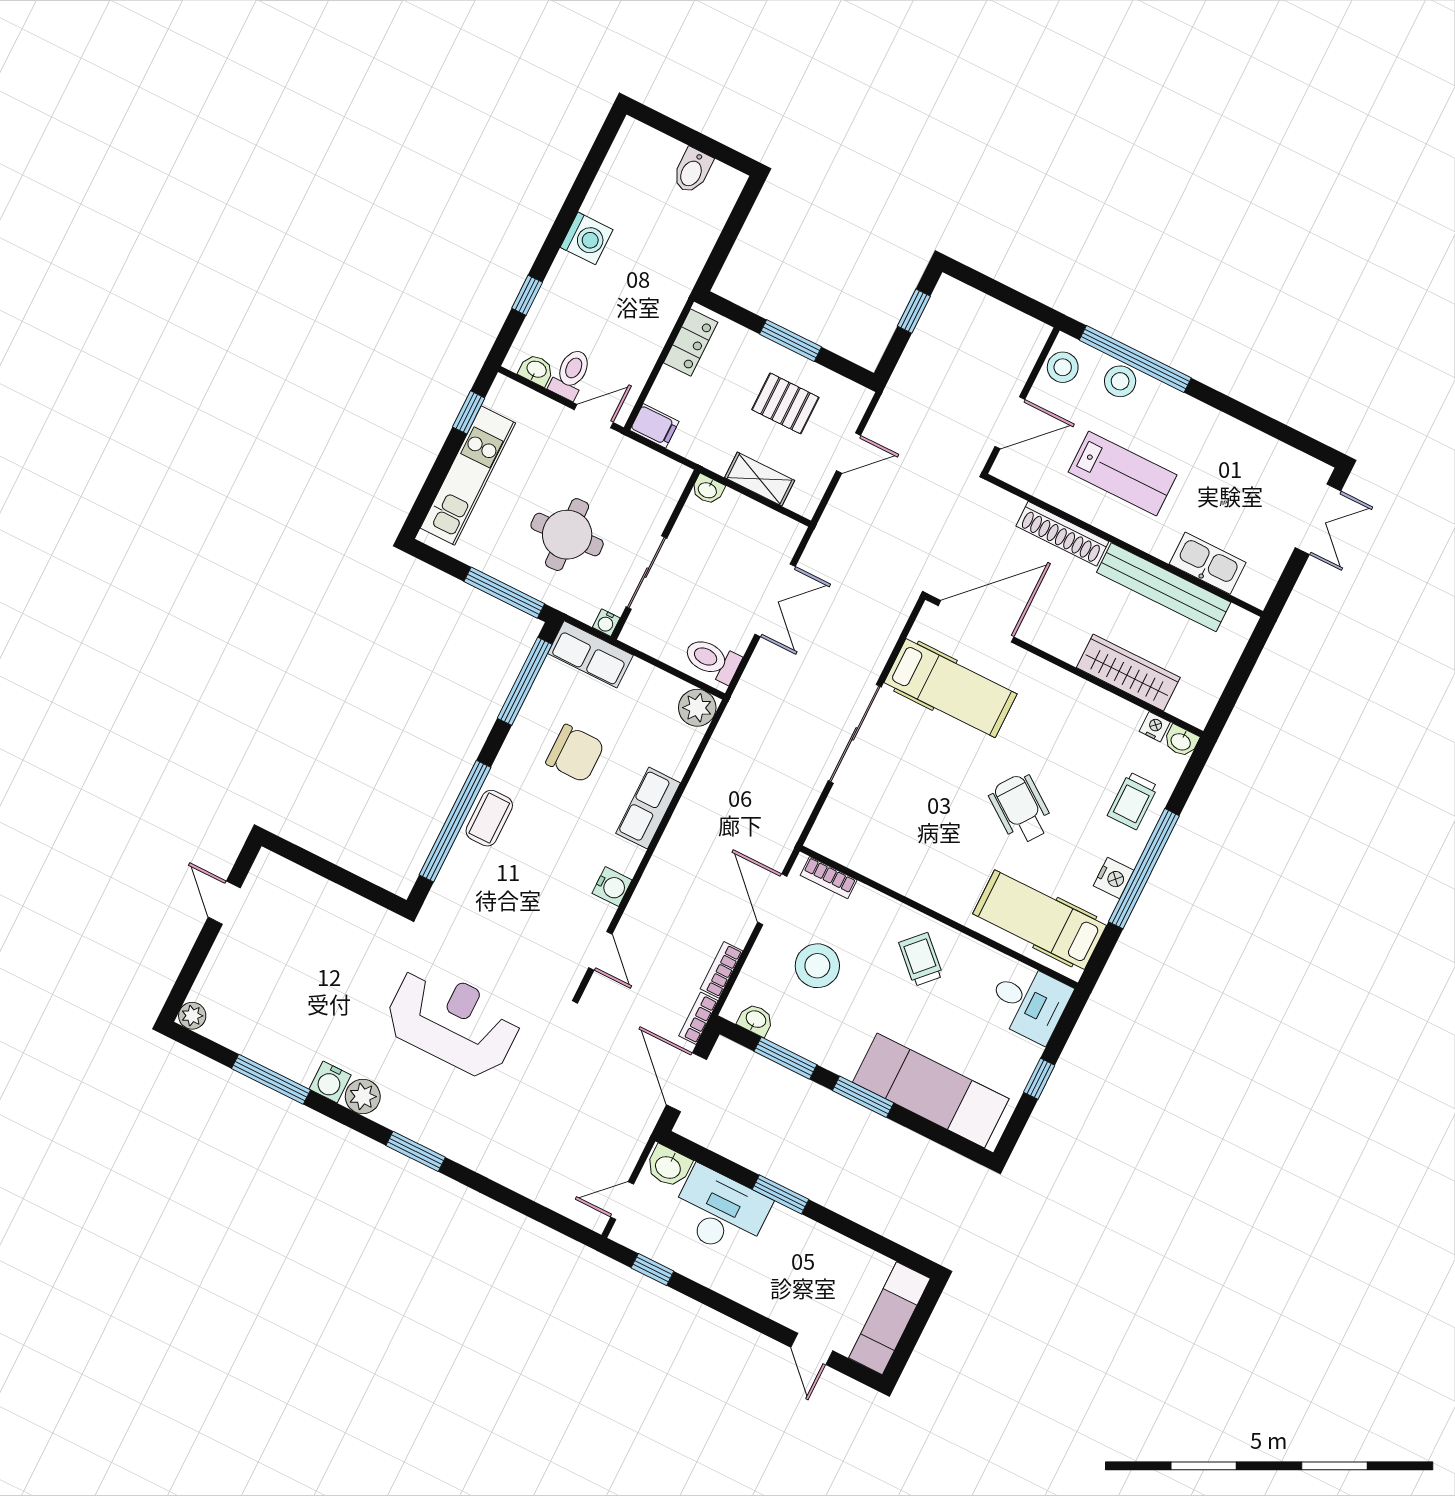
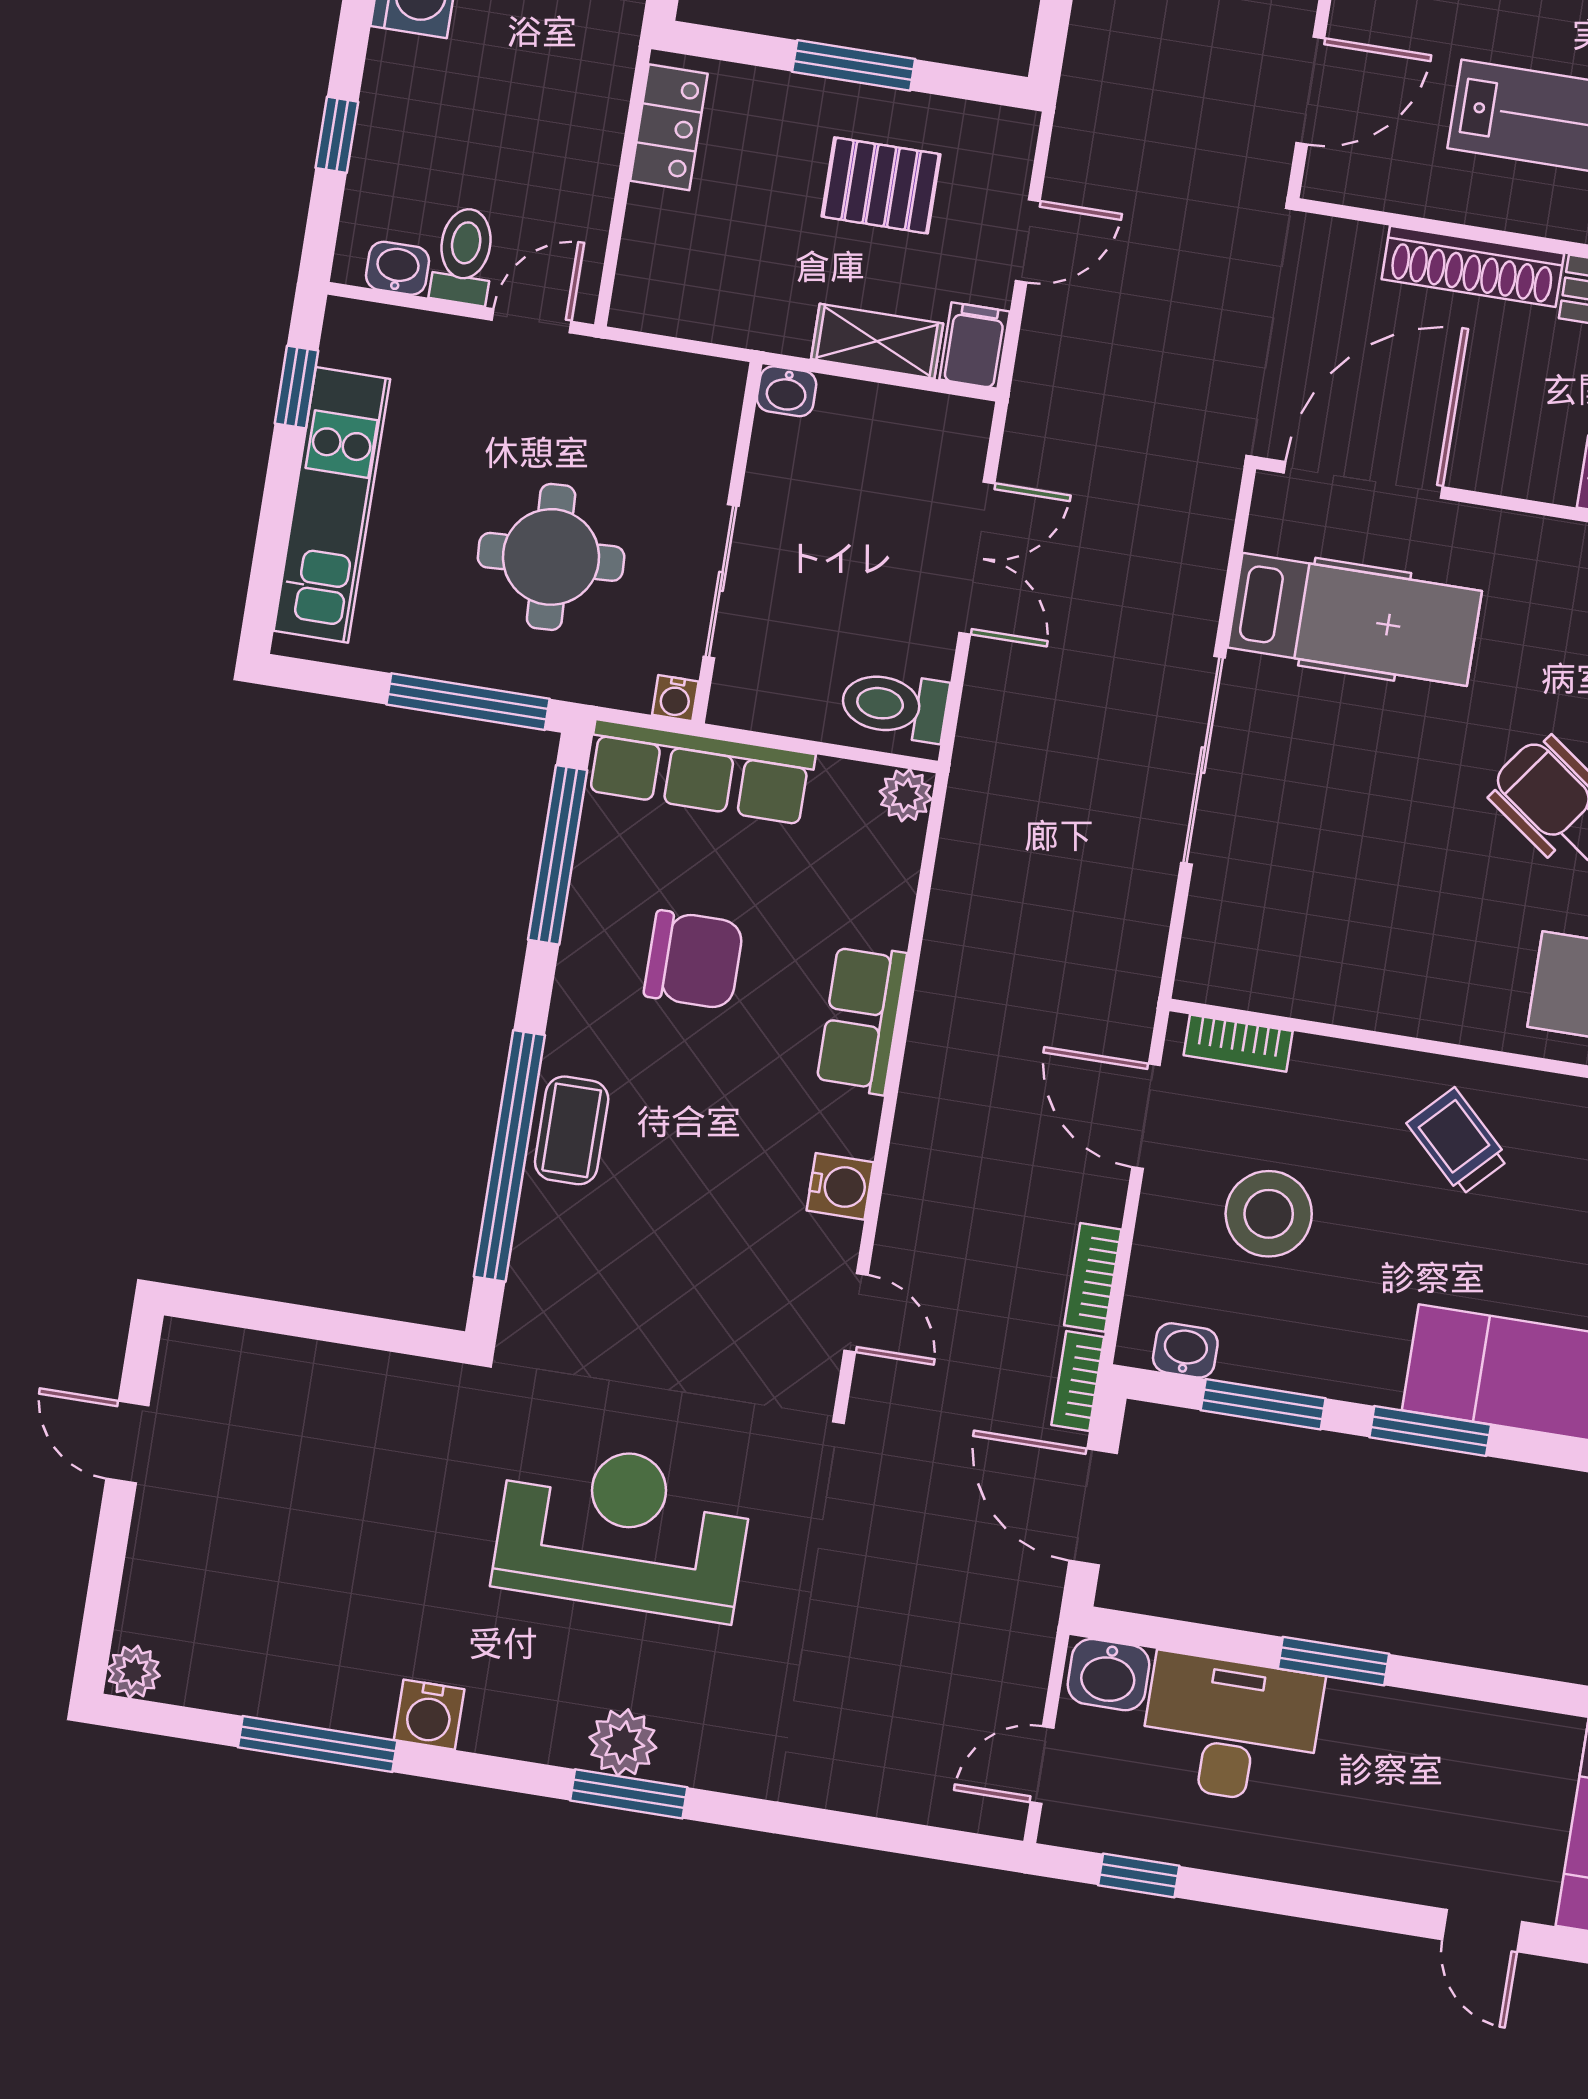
filing cabinet: (654, 426) -> (975, 345), moved, turned -90
row of seats: (590, 654) -> (700, 772), width x1.48
plant: (697, 708) -> (906, 795), width x0.73, depth x0.73
plant: (363, 1097) -> (623, 1743), moved

